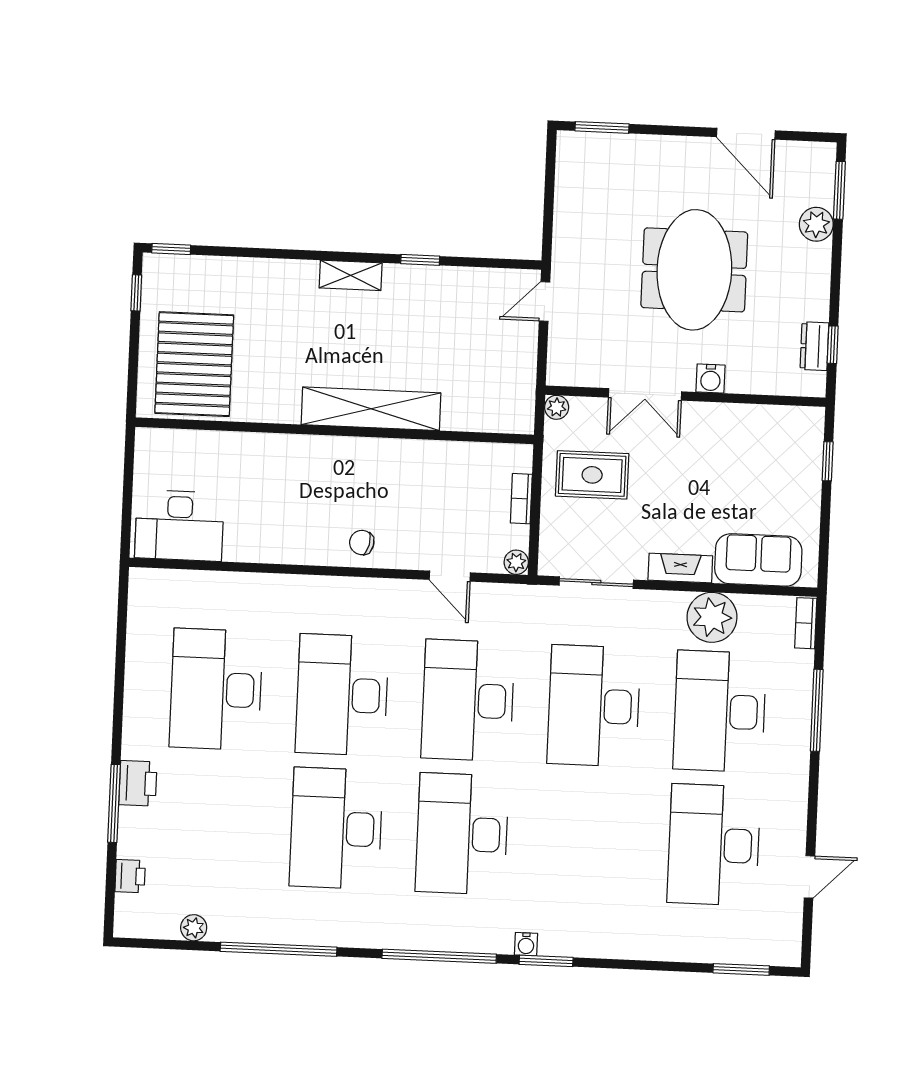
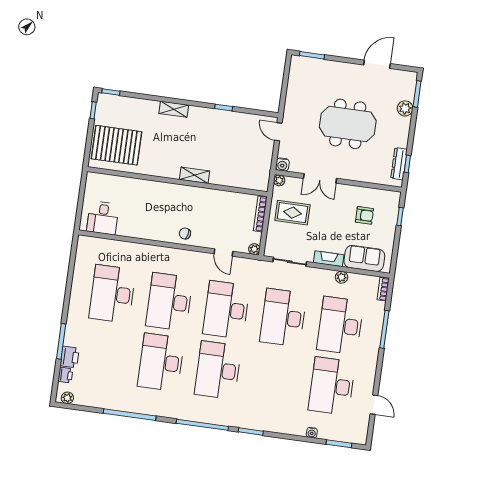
door: (746, 134) -> (377, 64), swing flipped
meeting table: (694, 270) -> (348, 124), turned 90
shelving: (351, 275) -> (174, 109), moved
door: (544, 301) -> (278, 132), hinge flipped
dresser: (814, 346) -> (399, 164), width x1.44
pallet: (194, 364) -> (116, 145), turned 90
water cooler: (711, 379) -> (282, 165), moved
shelving: (371, 409) -> (195, 175), width x0.45, depth x0.75
armchair: (750, 466) -> (364, 215), added
bookcase: (521, 499) -> (260, 214), width x1.56
desk: (179, 525) -> (103, 218), width x0.73
plant: (712, 617) -> (342, 277), width x0.53, depth x0.53
printer: (138, 783) -> (70, 357), moved
door: (809, 877) -> (374, 405), hinge flipped
plant: (194, 928) -> (67, 398), moved
water cooler: (526, 944) -> (312, 433), moved

